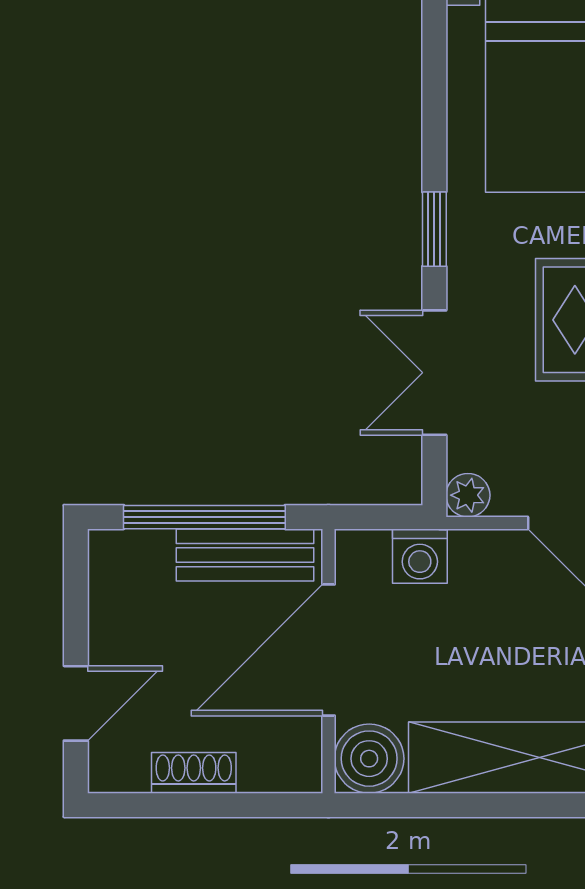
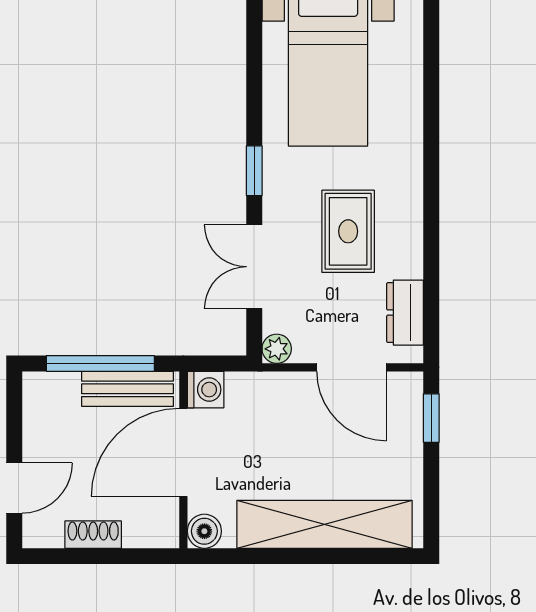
washing machine: (420, 556) -> (206, 390), moved, turned -90
boiler: (369, 759) -> (204, 531), width x0.73, depth x0.73

